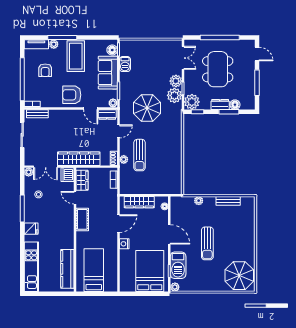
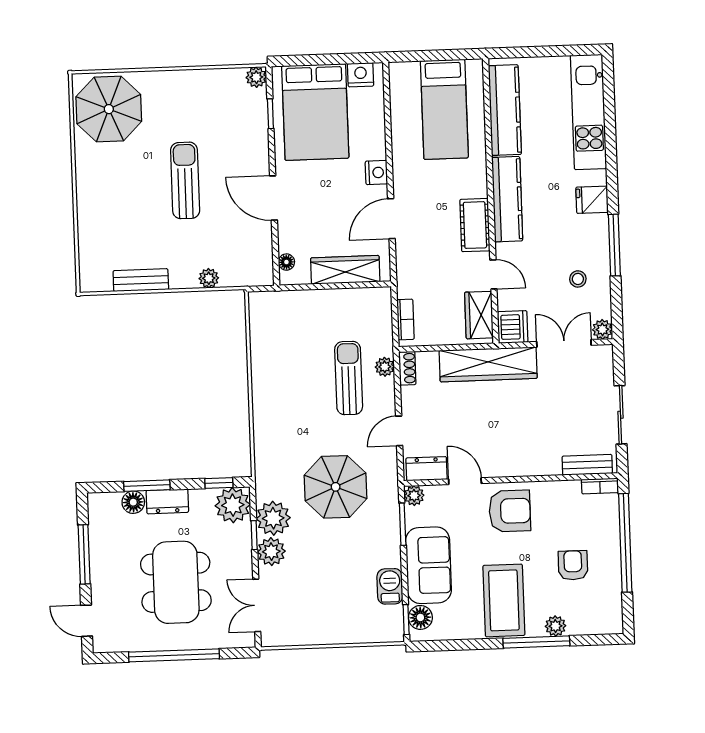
tv unit: (36, 44) -> (596, 624), removed
kitchen counter: (68, 230) -> (507, 199), added
barbecue: (178, 265) -> (251, 128), removed
nightstand: (130, 286) -> (361, 75), added

